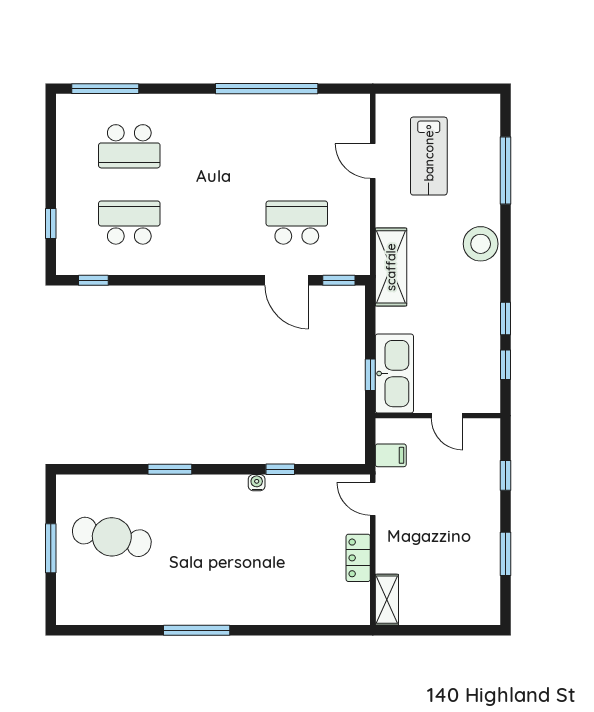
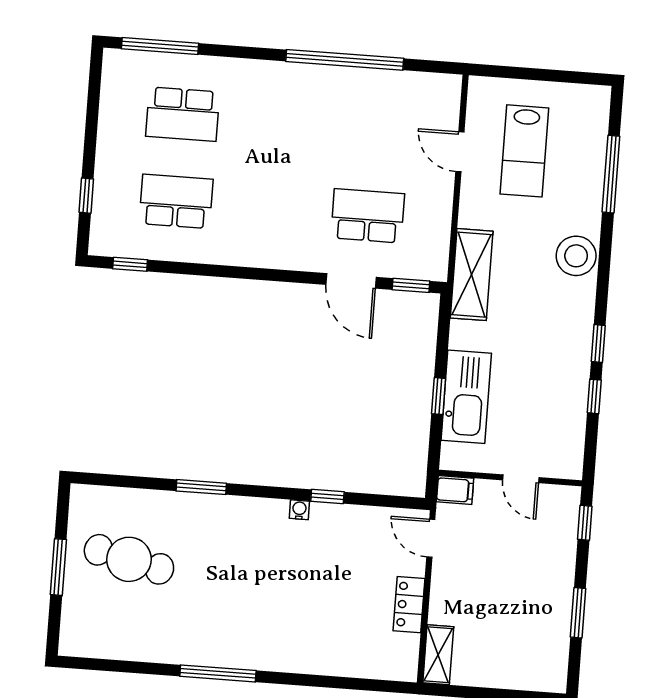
wall: (438, 416) -> (510, 478), moved
door: (447, 416) -> (521, 479), moved

